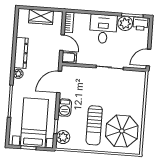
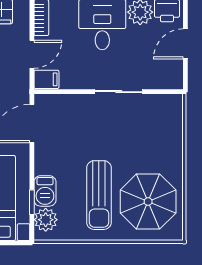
door: (62, 43) -> (32, 54), hinge flipped
door: (148, 58) -> (185, 44), moved
barbecue: (65, 108) -> (45, 191), moved

